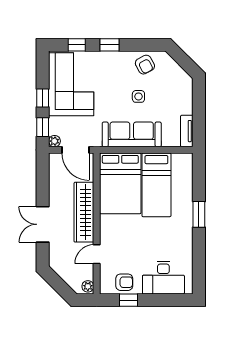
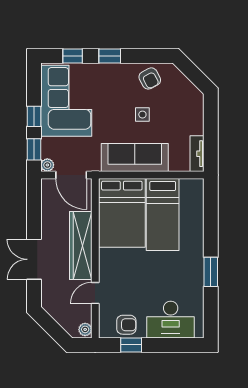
window: (199, 214) -> (211, 272), moved

